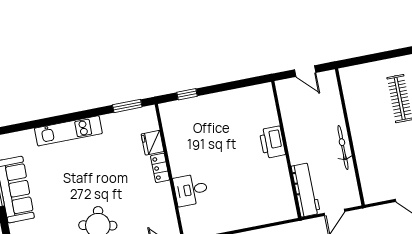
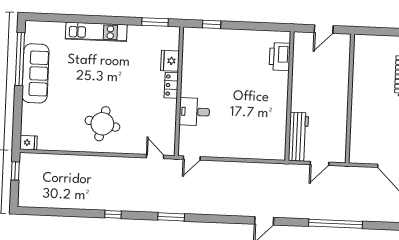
door: (305, 71) -> (324, 29), hinge flipped
printer: (272, 142) -> (280, 57), moved
bicycle: (343, 148) -> (341, 107), removed

